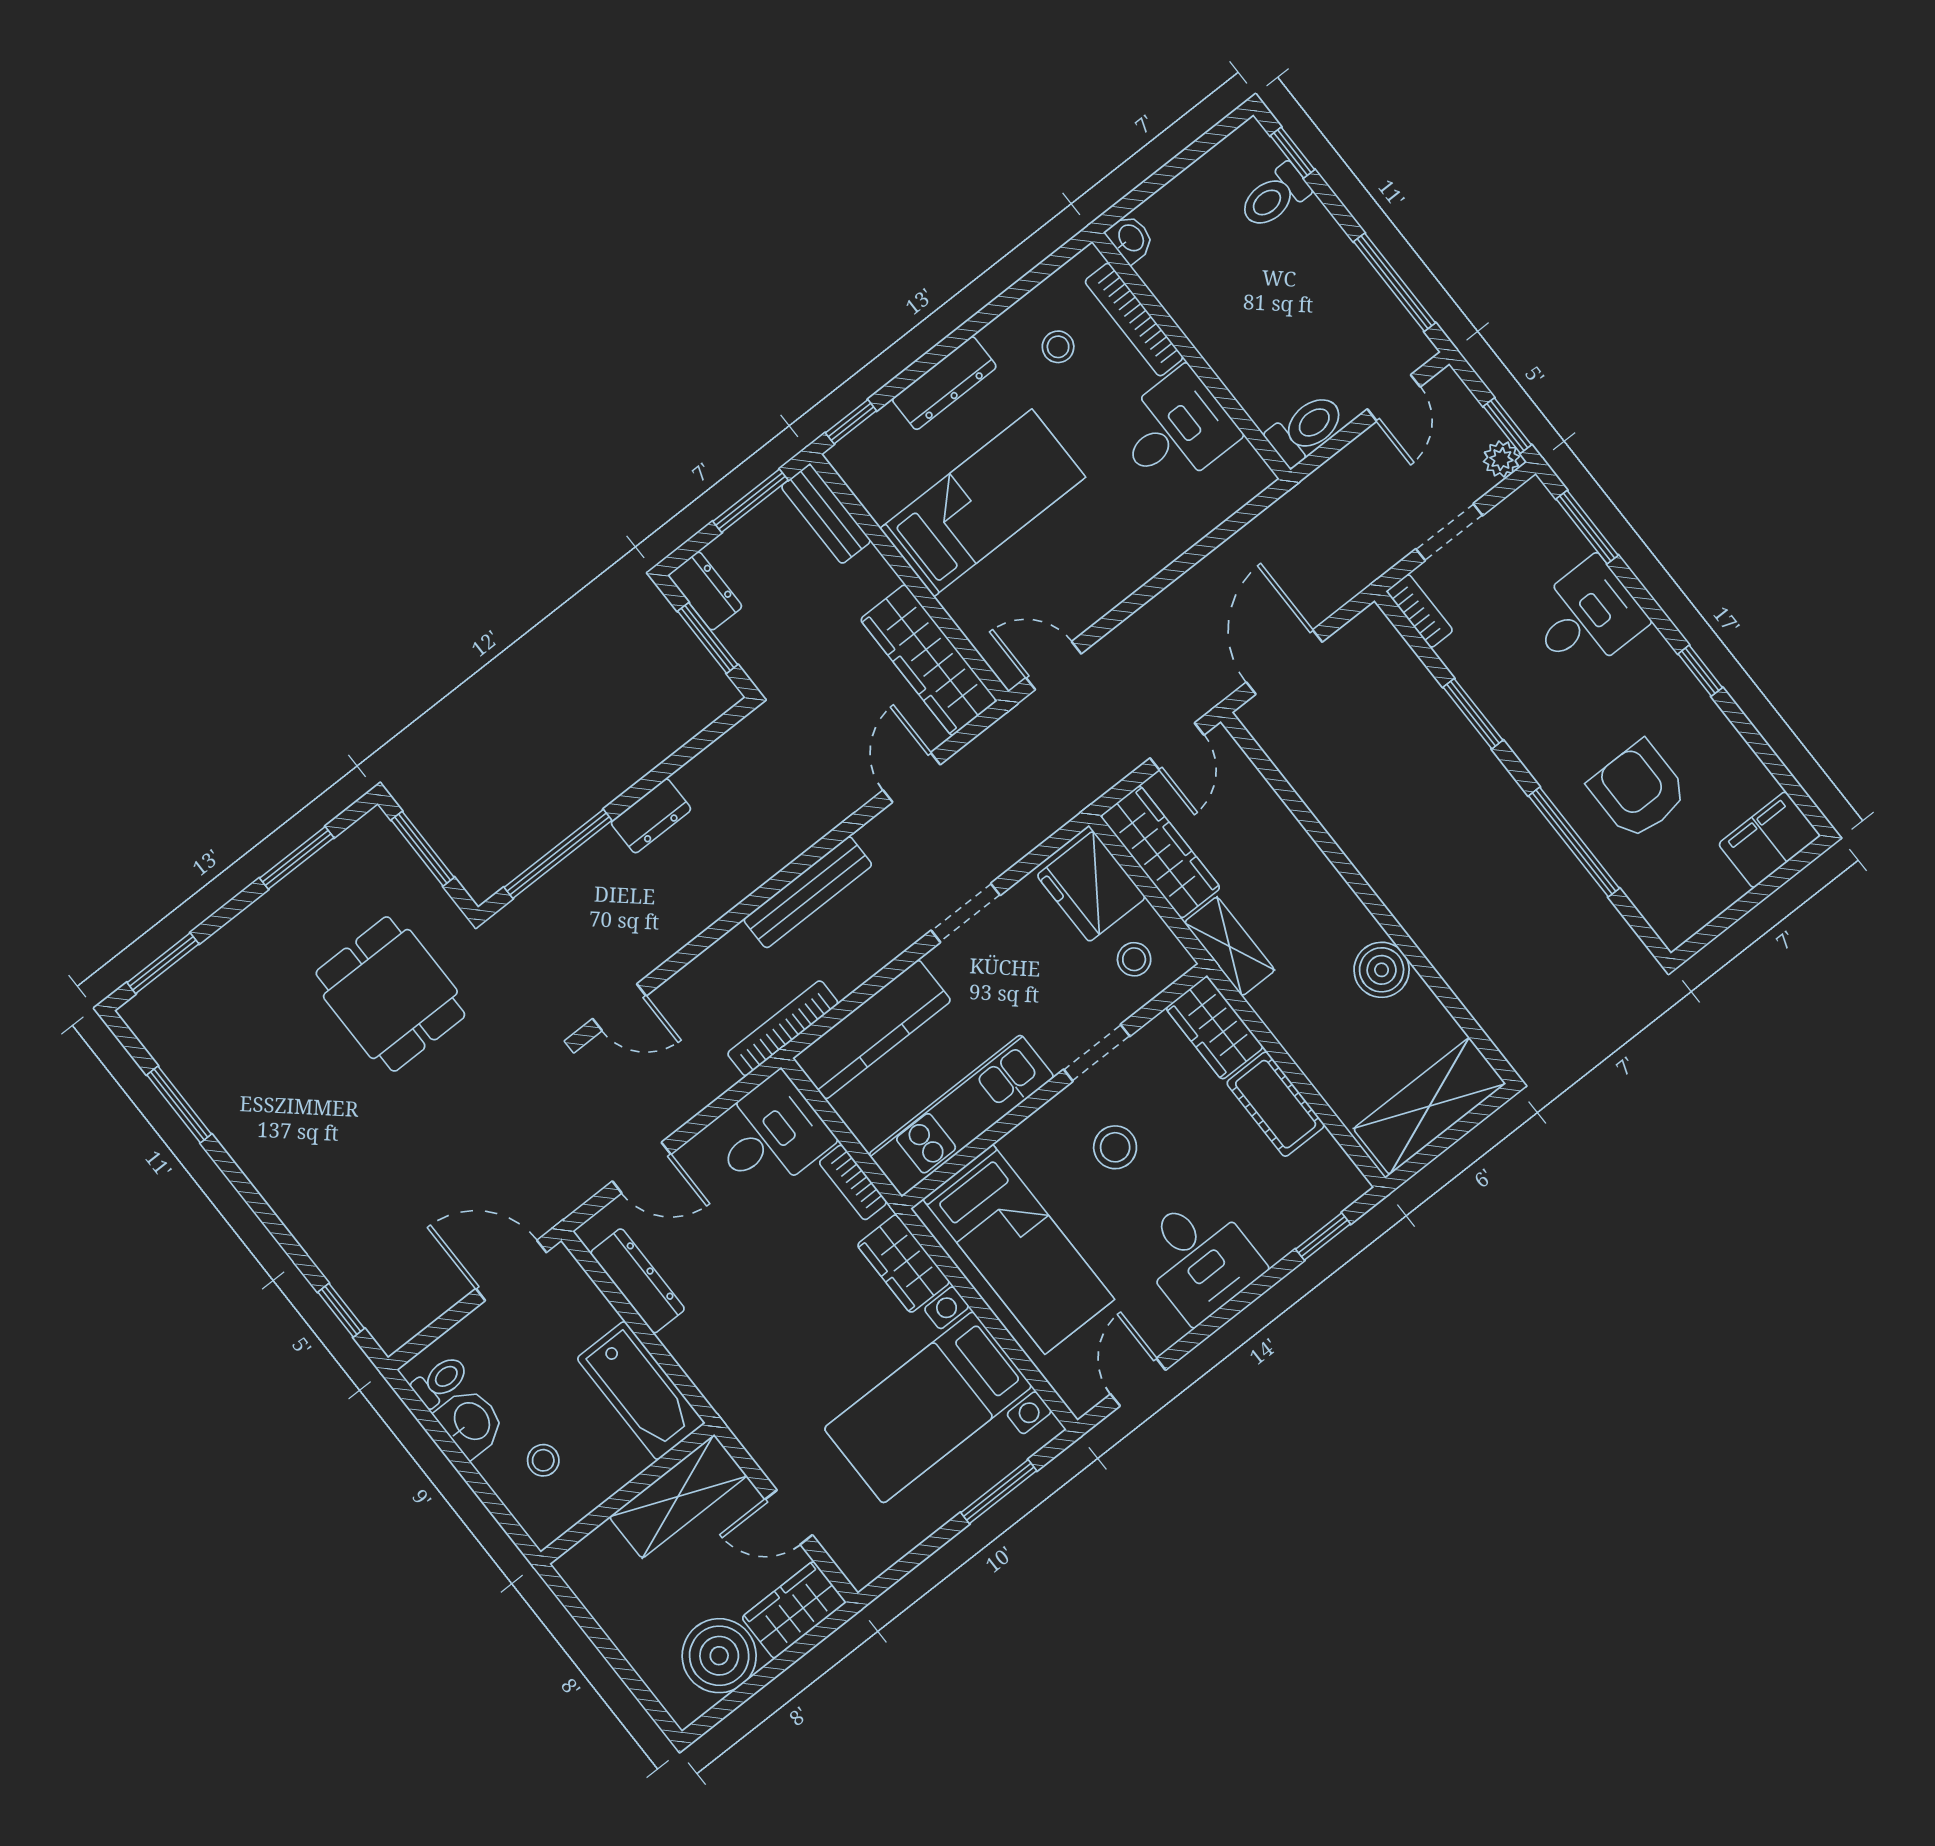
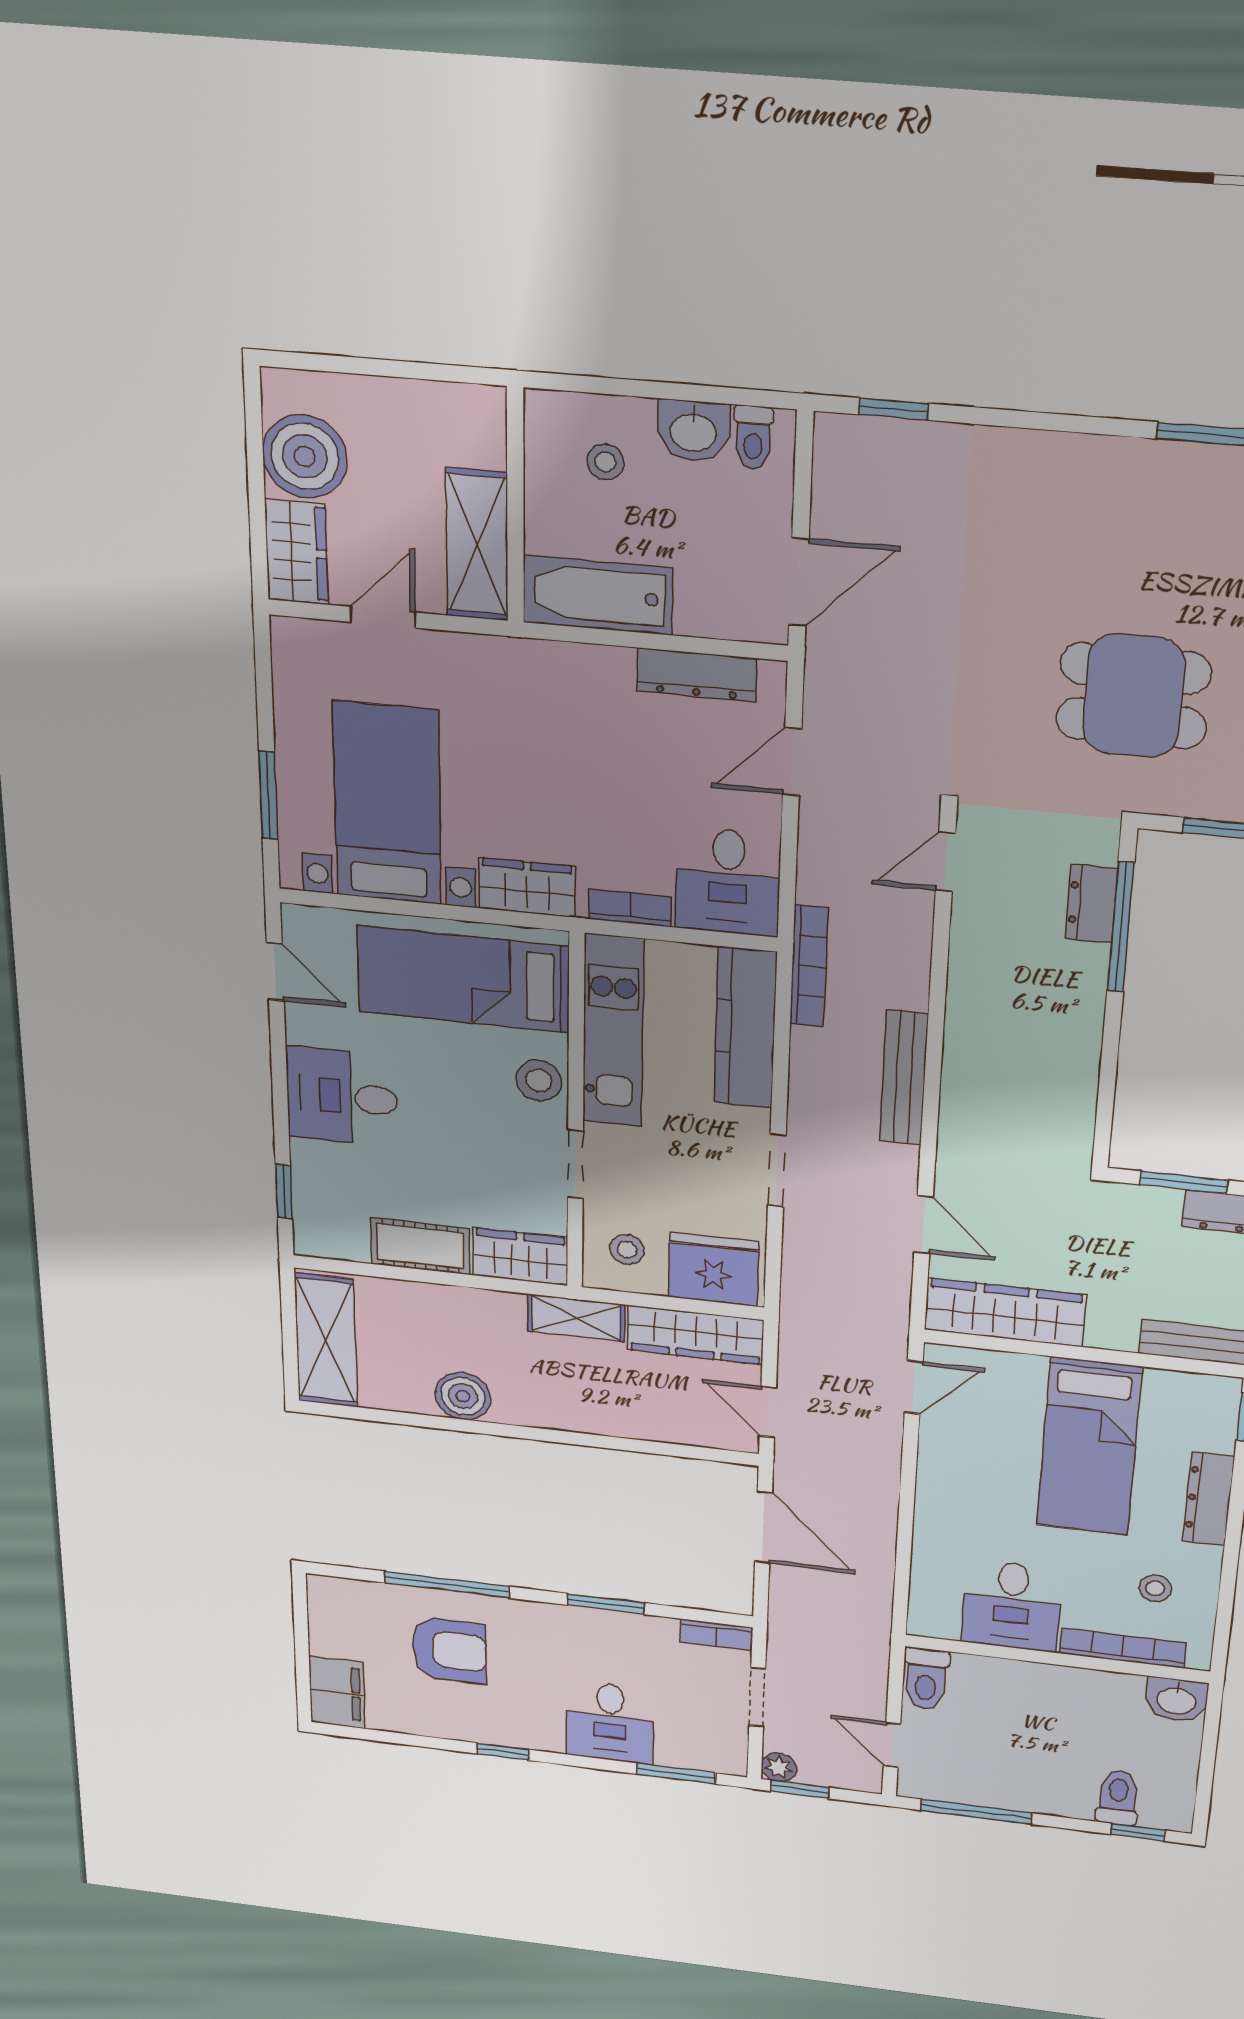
washbasin: (1130, 238) -> (1176, 1700), width x1.38, depth x1.45
dresser: (651, 816) -> (1091, 904), moved
stool: (1115, 1147) -> (539, 1080), moved

